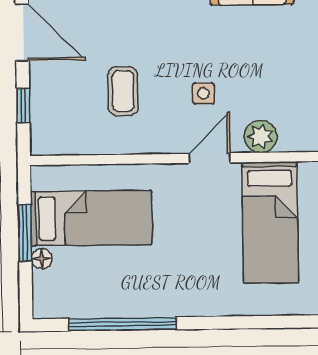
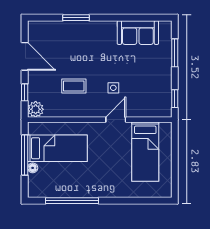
coffee table: (123, 91) -> (74, 86), turned 90
plant: (261, 136) -> (36, 109), moved
window: (25, 233) -> (25, 155), width x1.44

